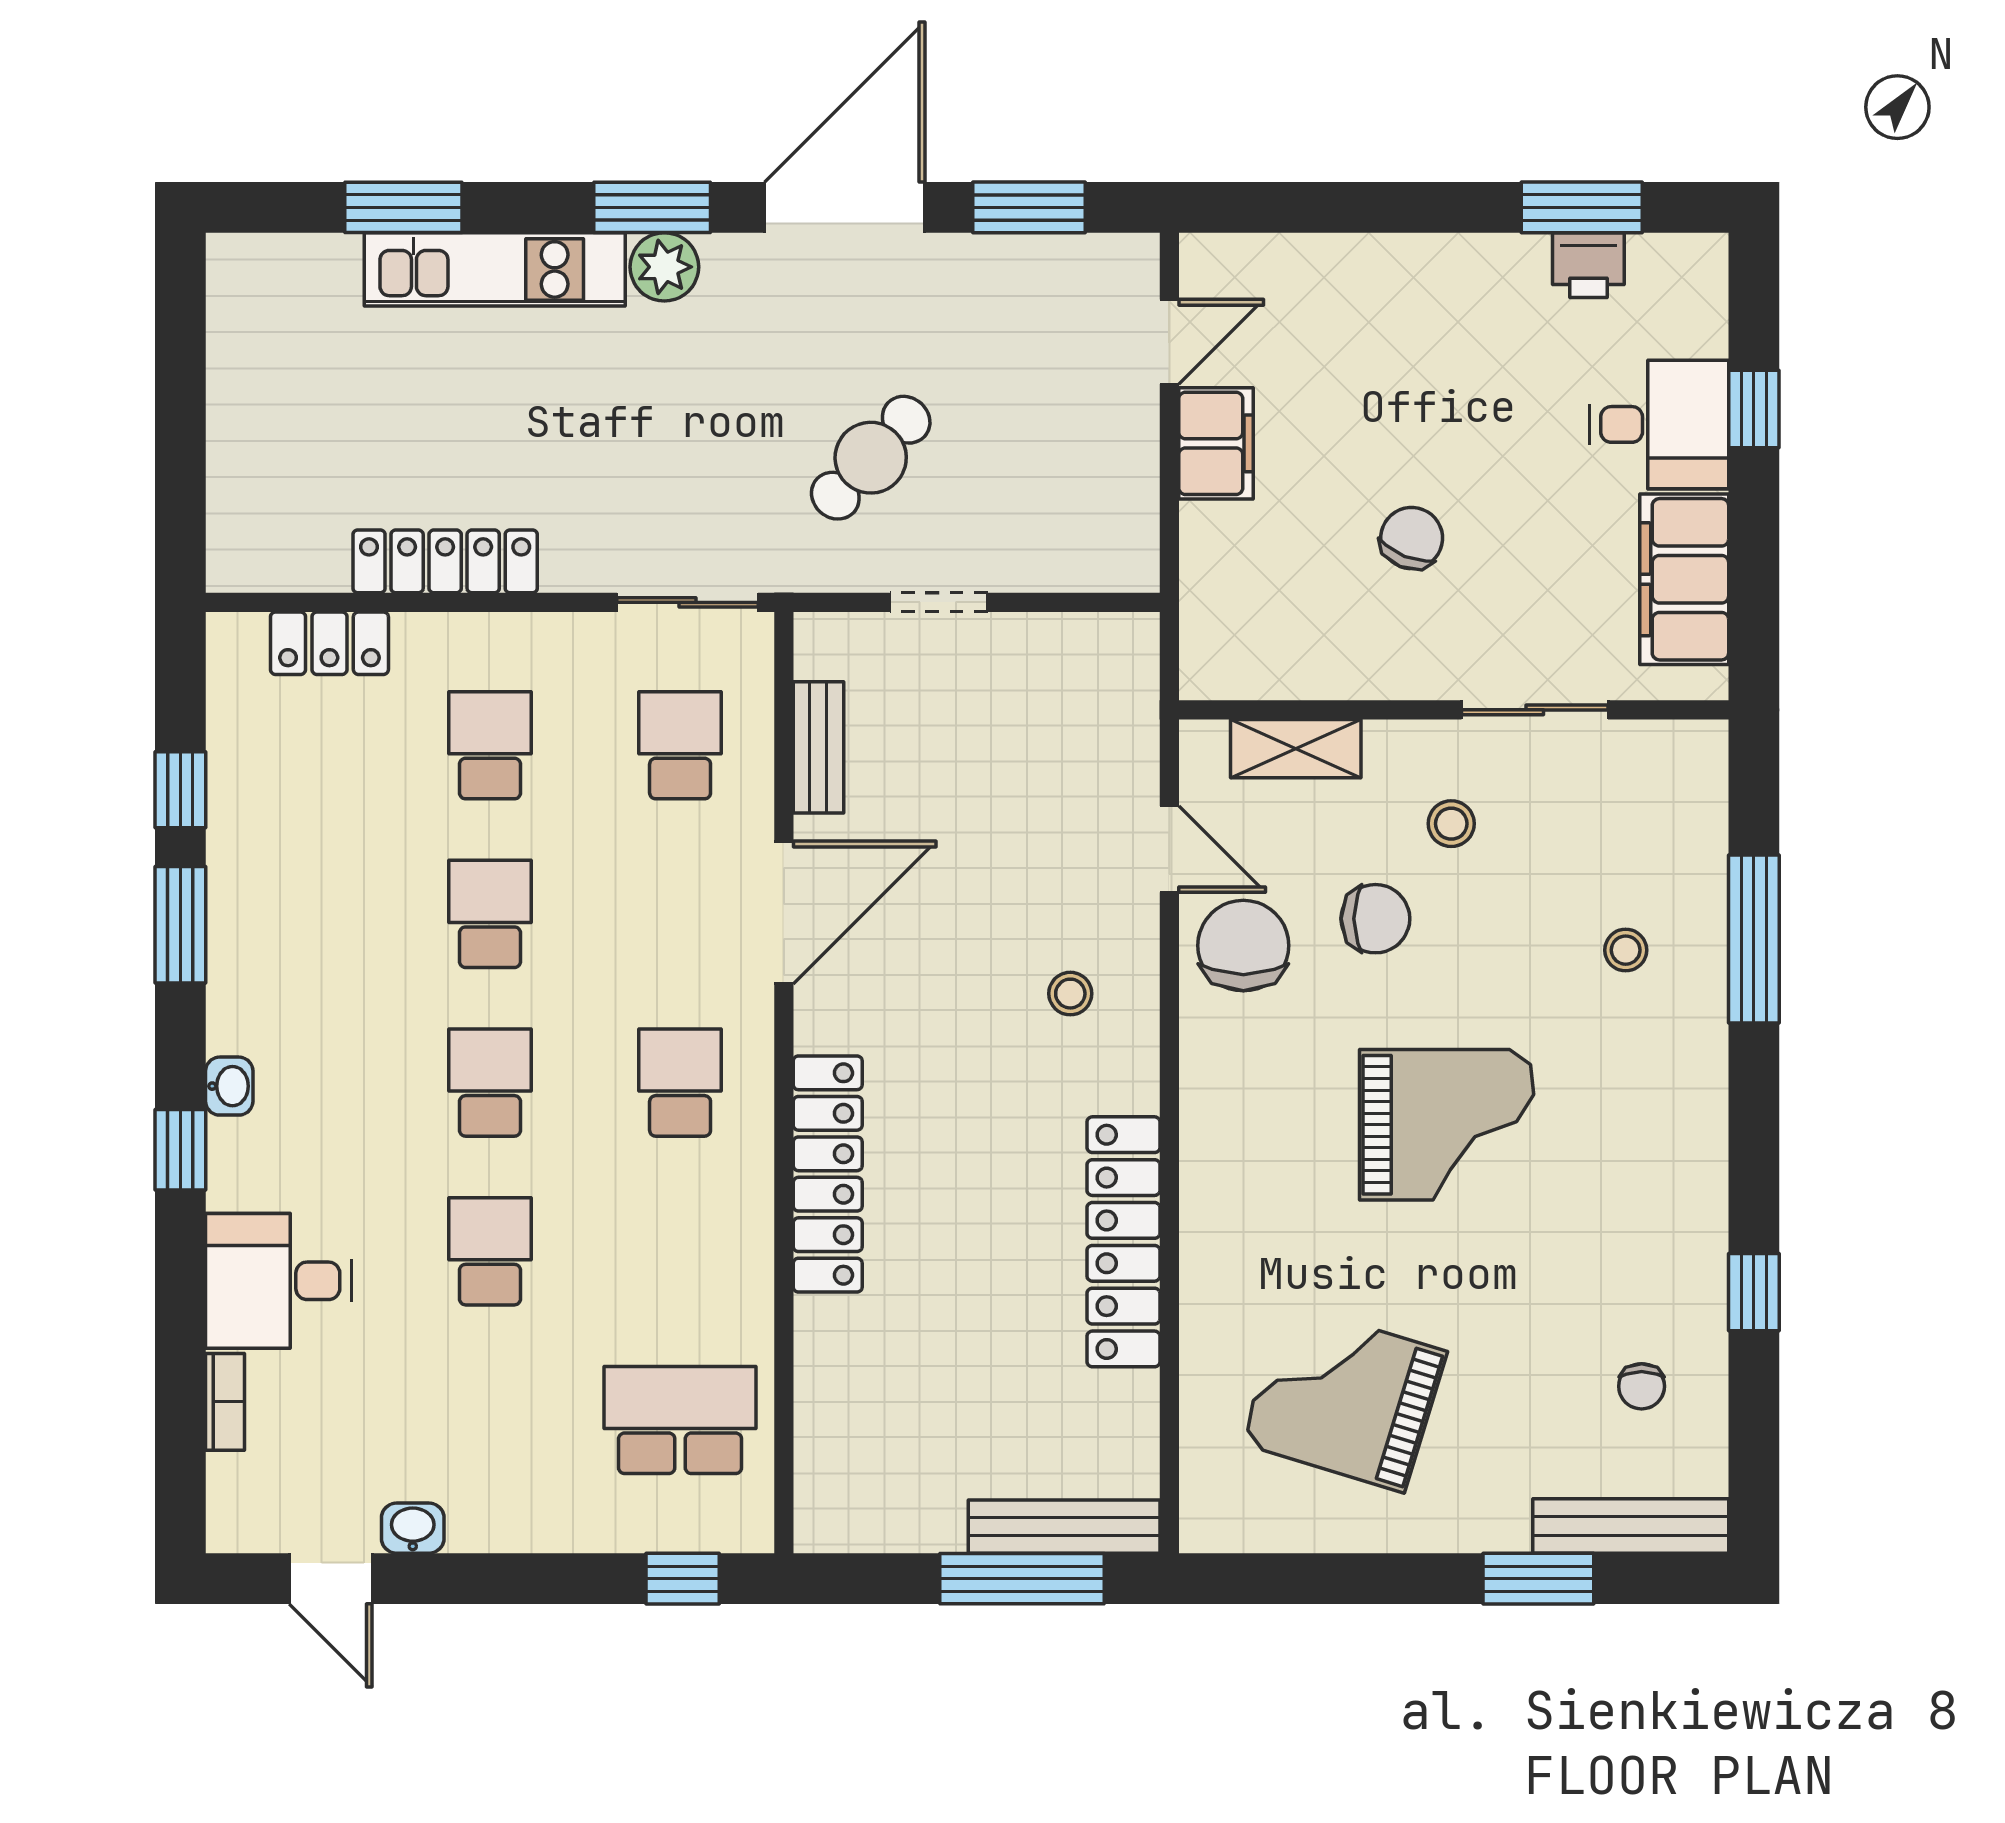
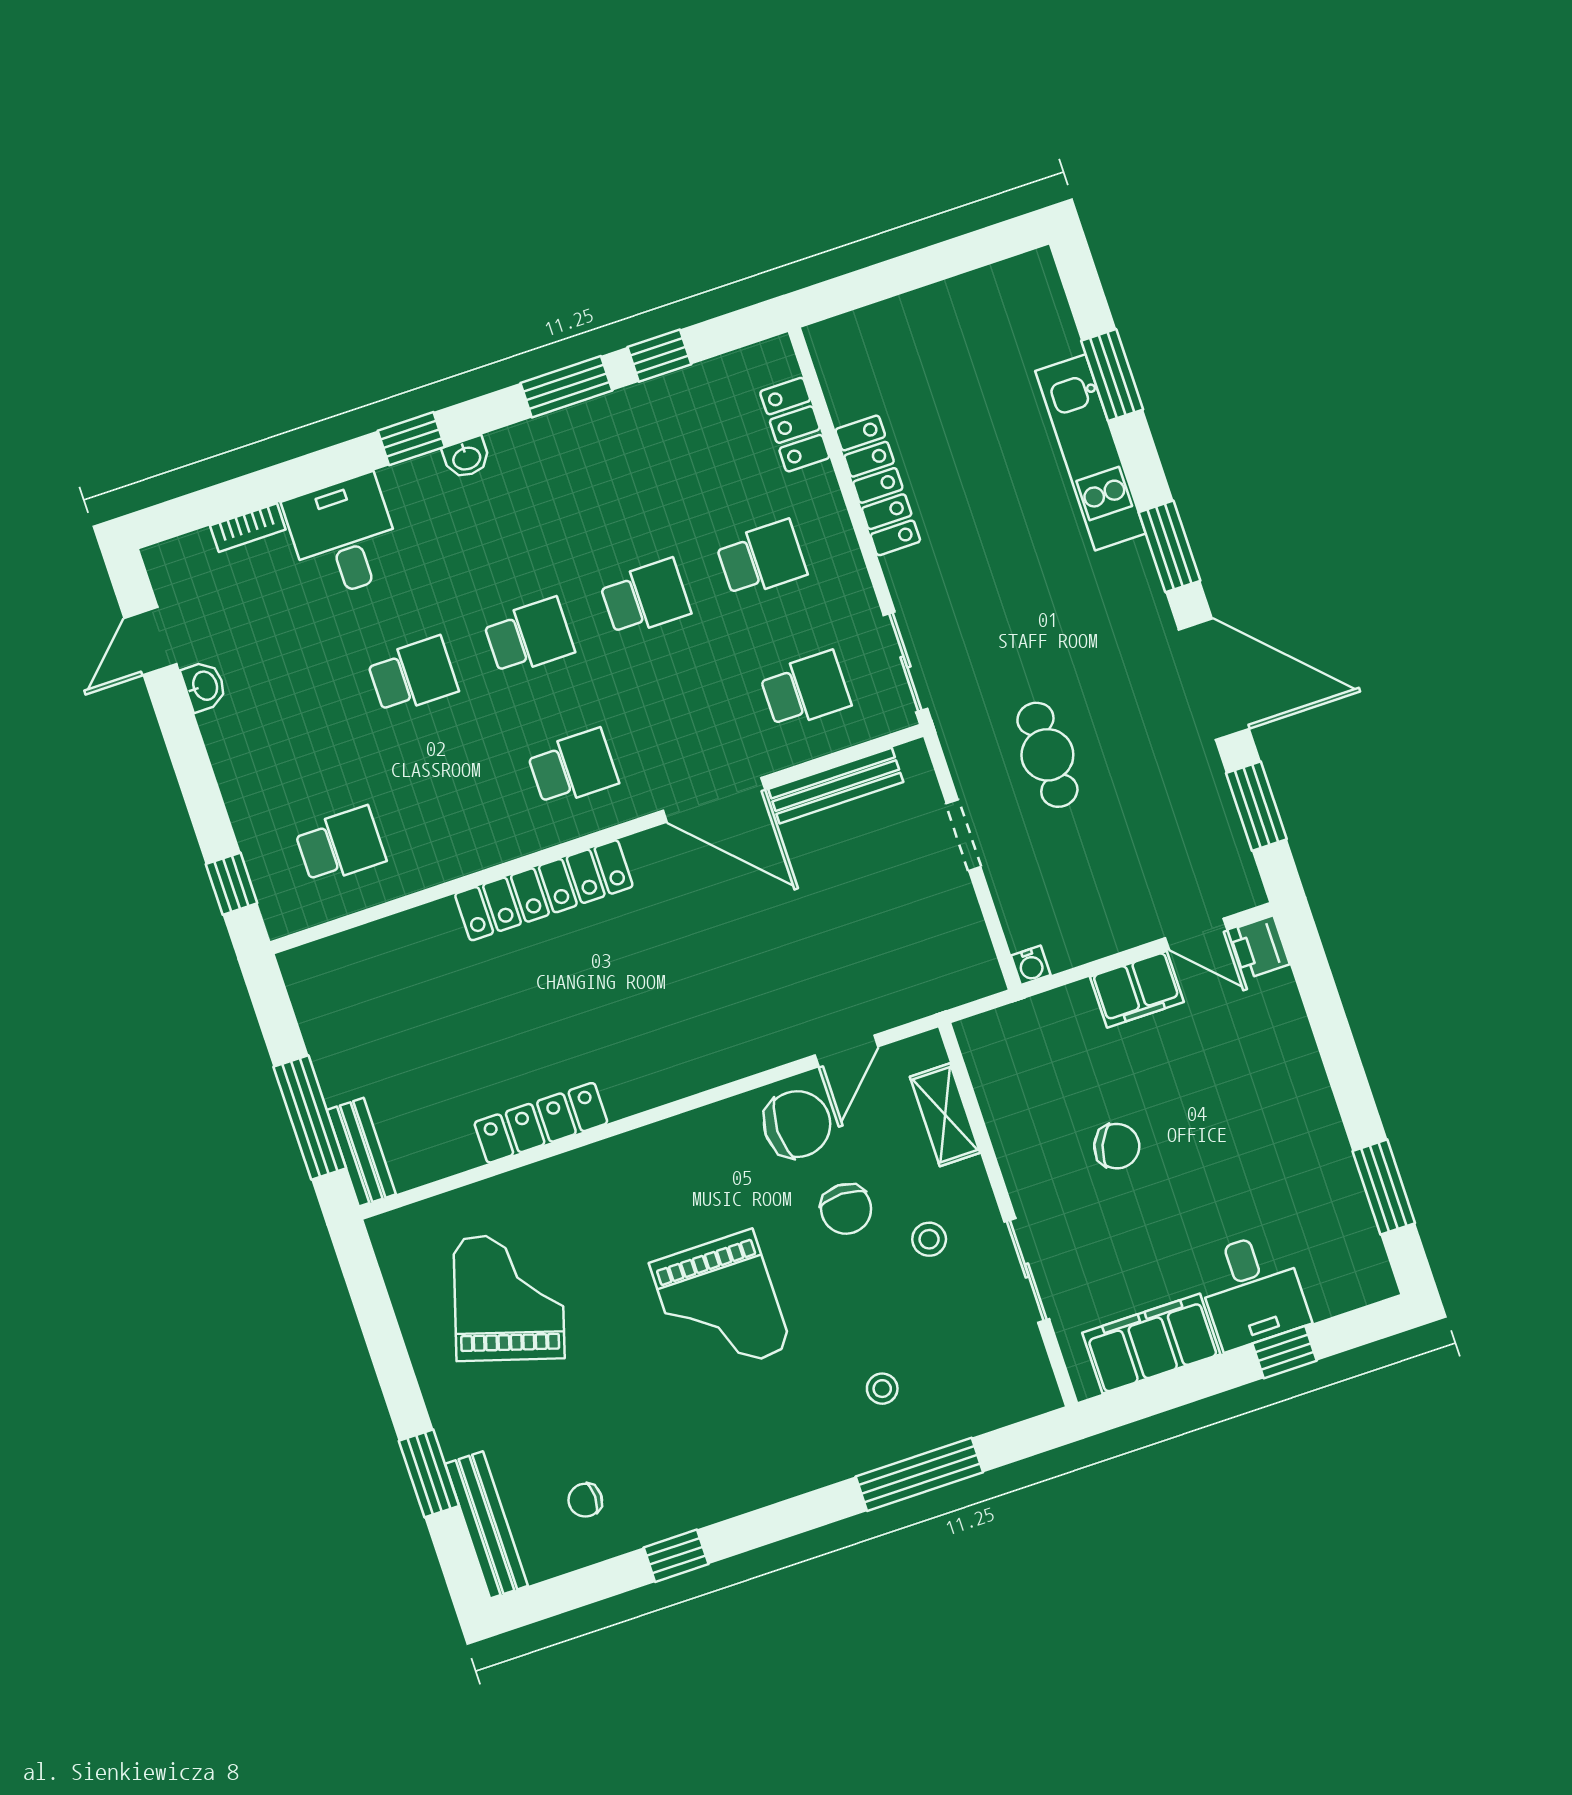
printer: (1588, 265) -> (1259, 947), moved
plant: (664, 267) -> (1131, 569), removed
cafe table: (871, 458) -> (1047, 755), turned 47
water cooler: (1138, 571) -> (1031, 965), added
bench: (818, 747) -> (836, 786), width x1.36
stool: (1070, 994) -> (724, 1016), removed
locker: (1123, 1242) -> (541, 1123), width x0.71, depth x0.83
school desk: (680, 1420) -> (340, 845), width x0.54
bench: (1064, 1527) -> (361, 1152), width x0.73

